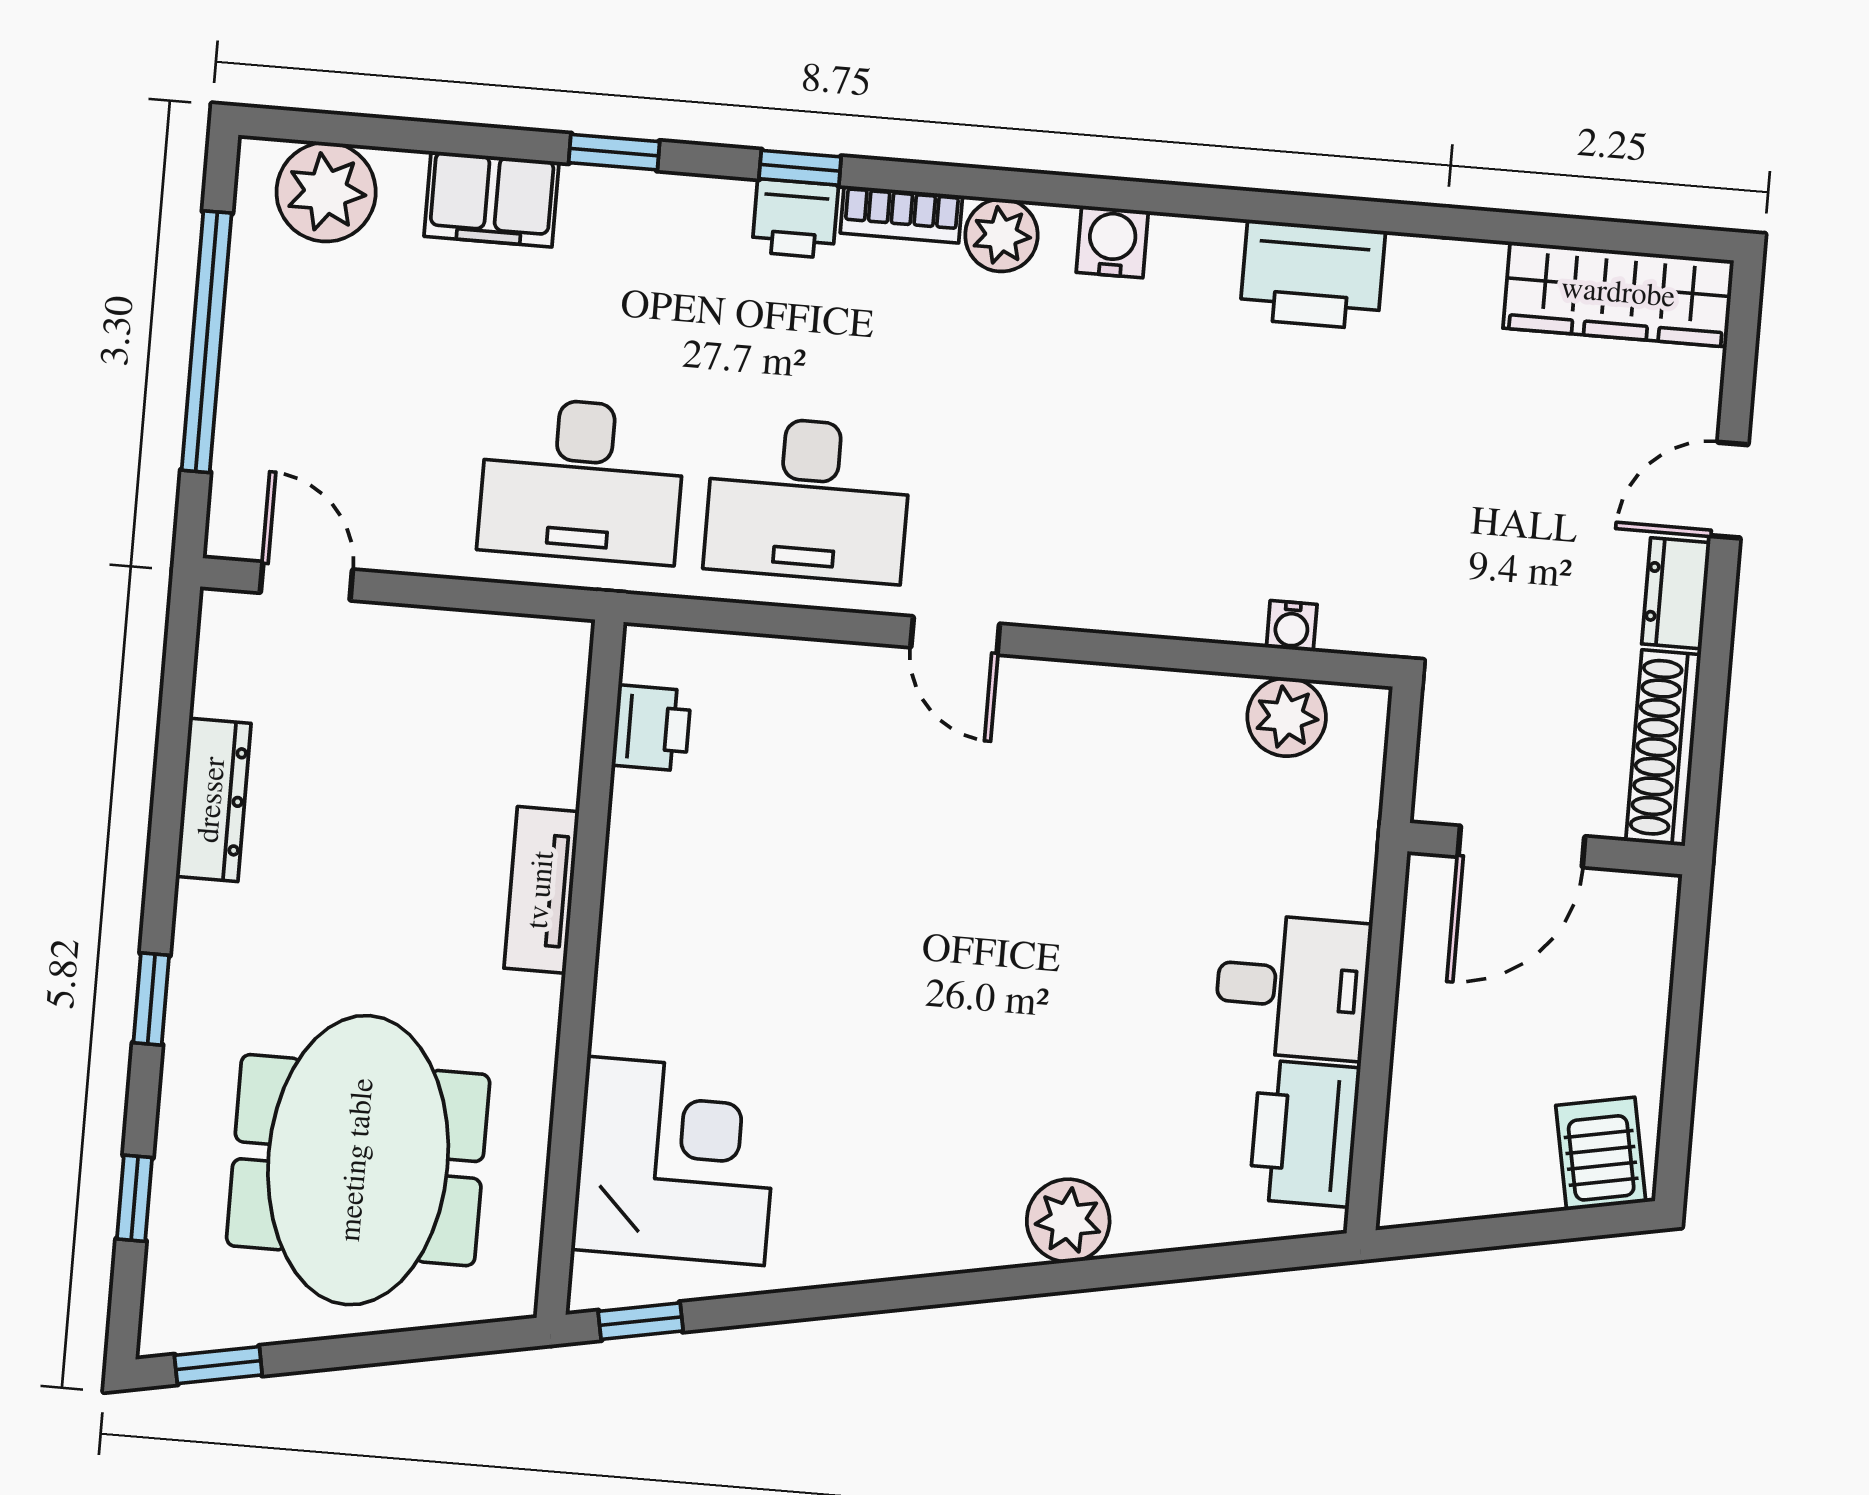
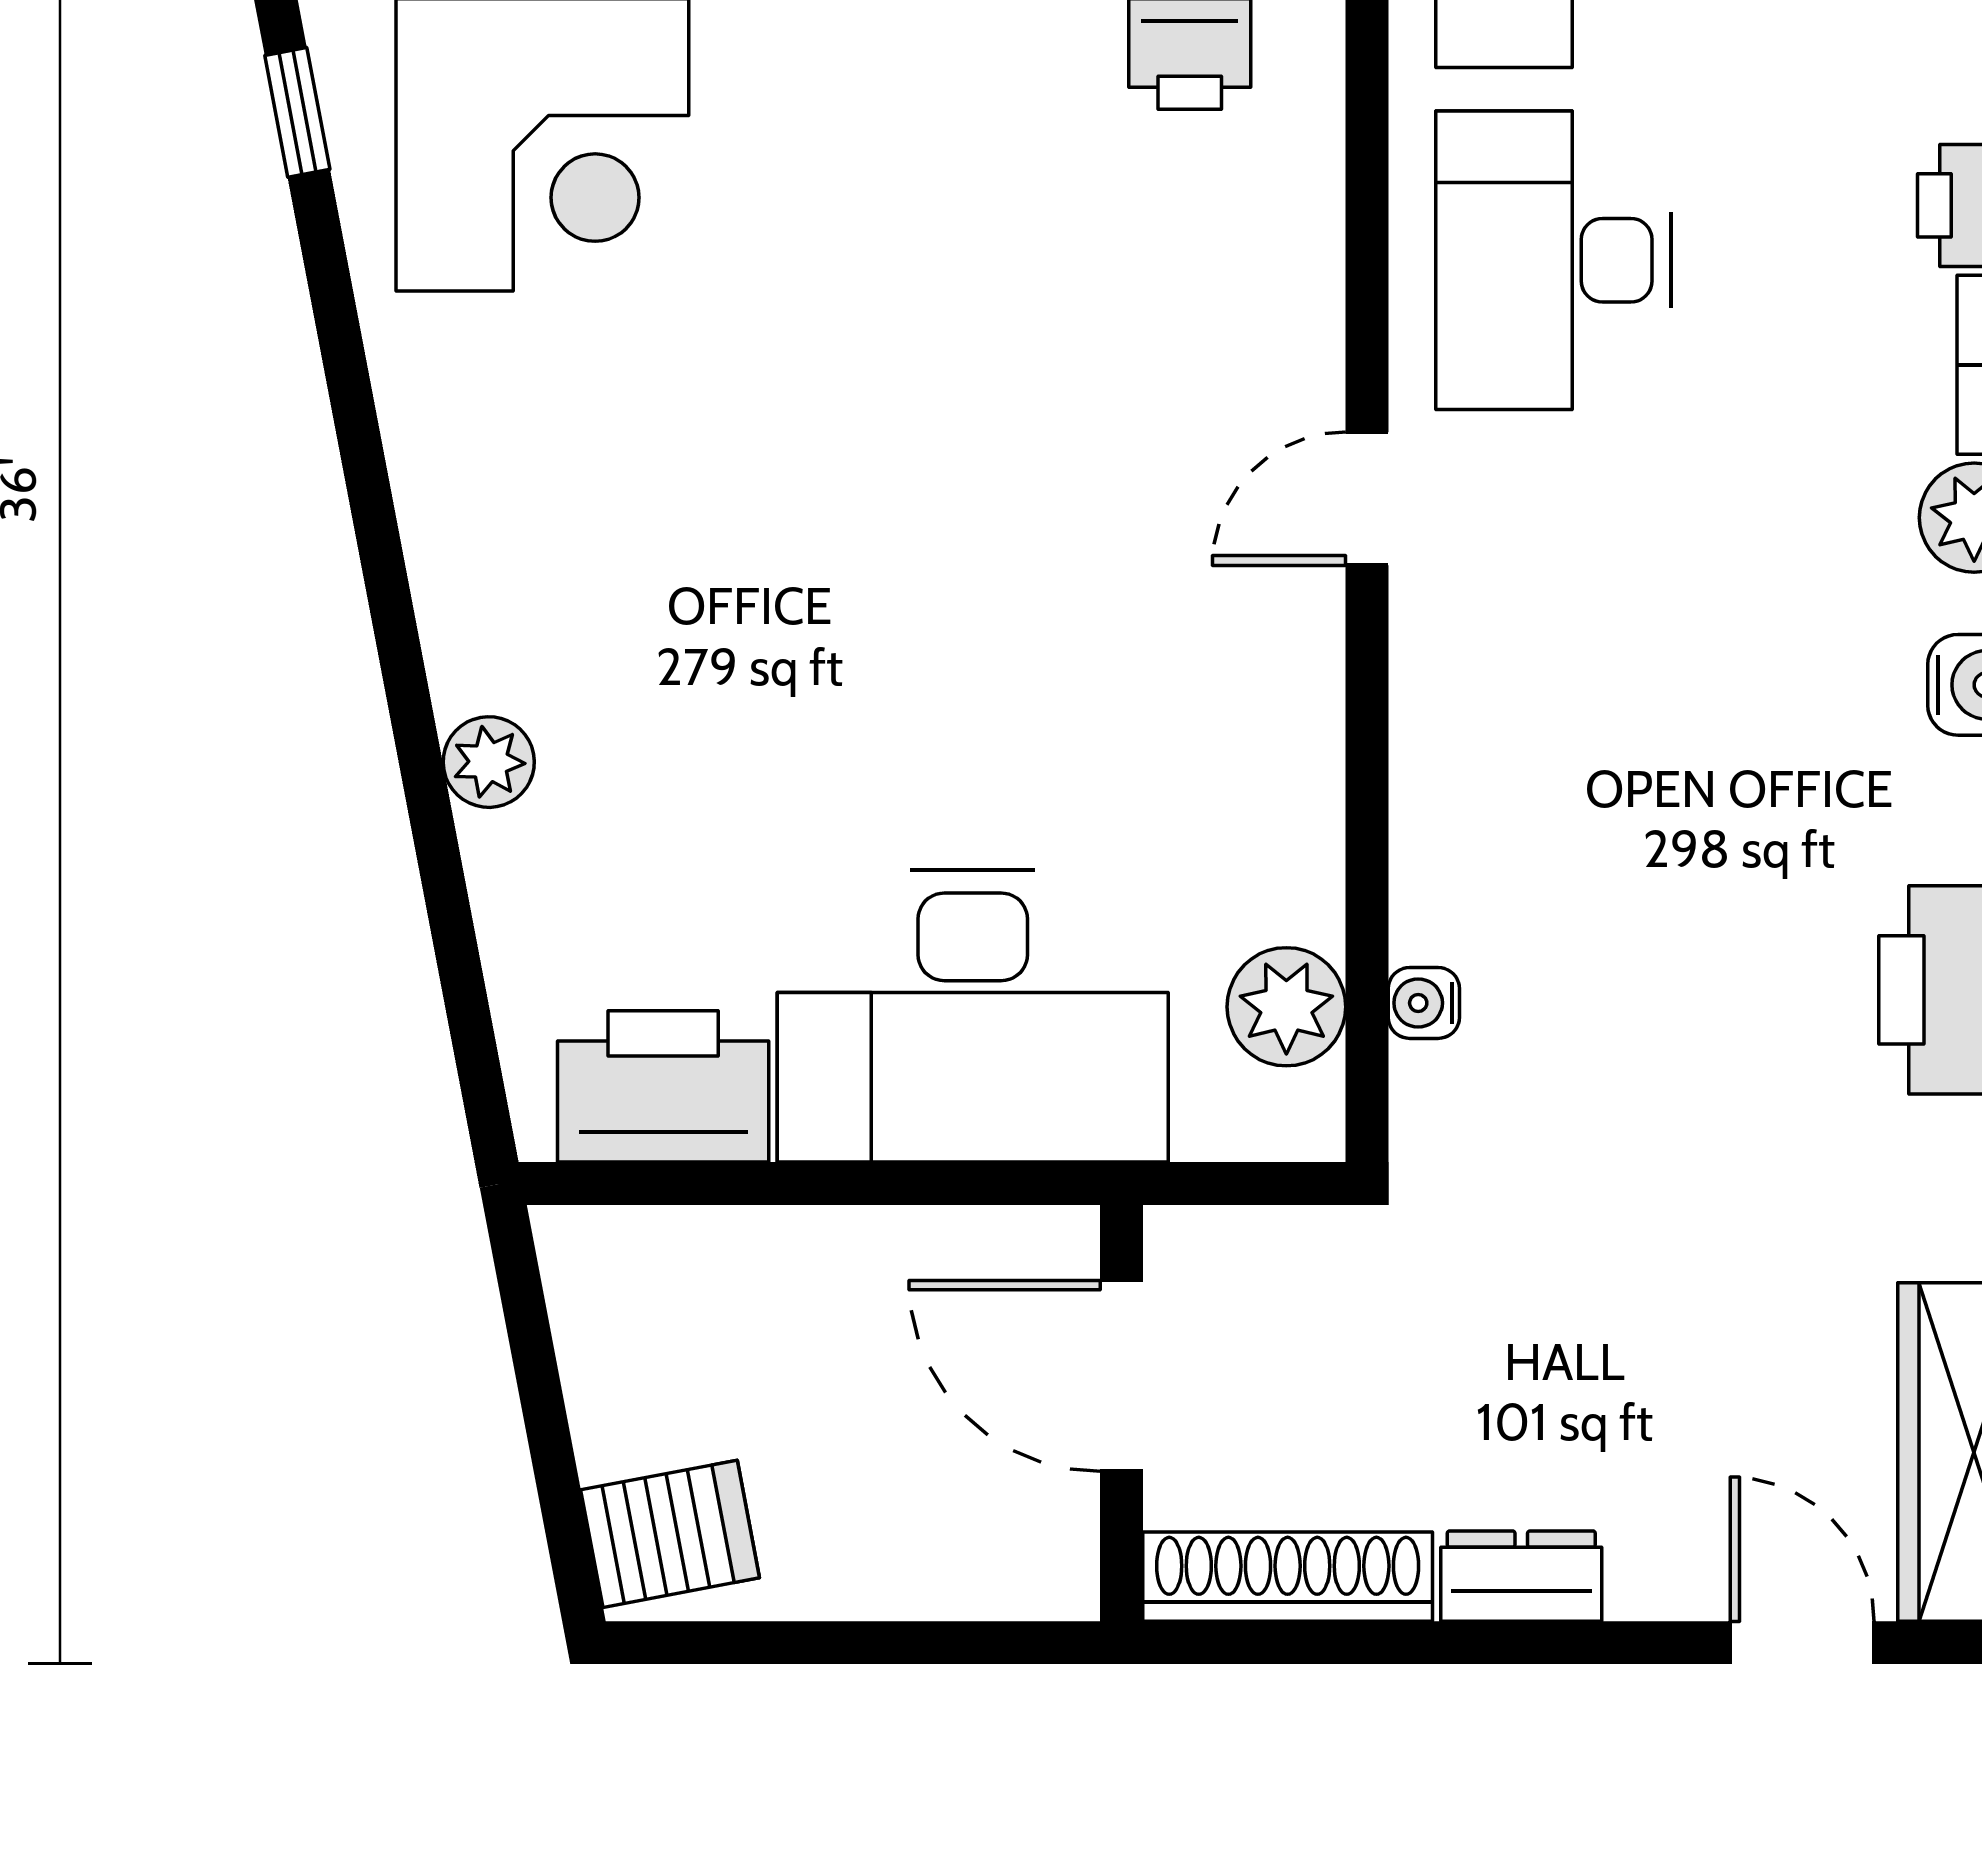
door: (1729, 490) -> (1802, 1643), moved
desk: (1292, 987) -> (973, 1016), width x1.87, depth x1.30
plant: (1068, 1221) -> (489, 762), width x0.73, depth x0.73

